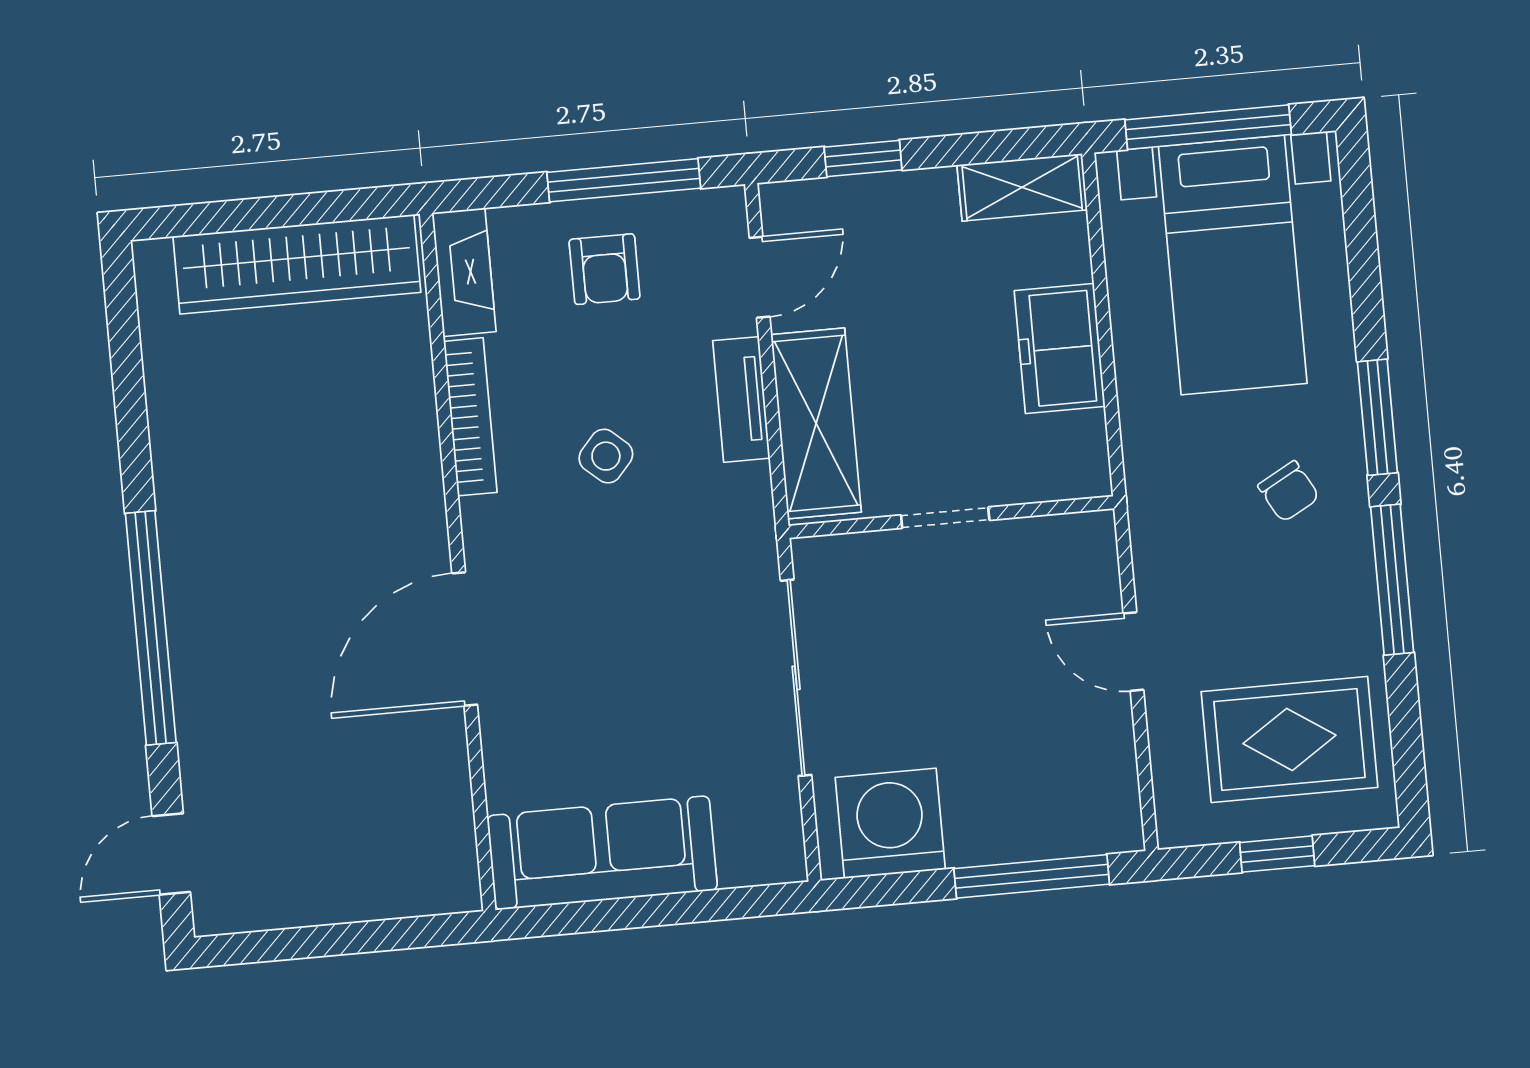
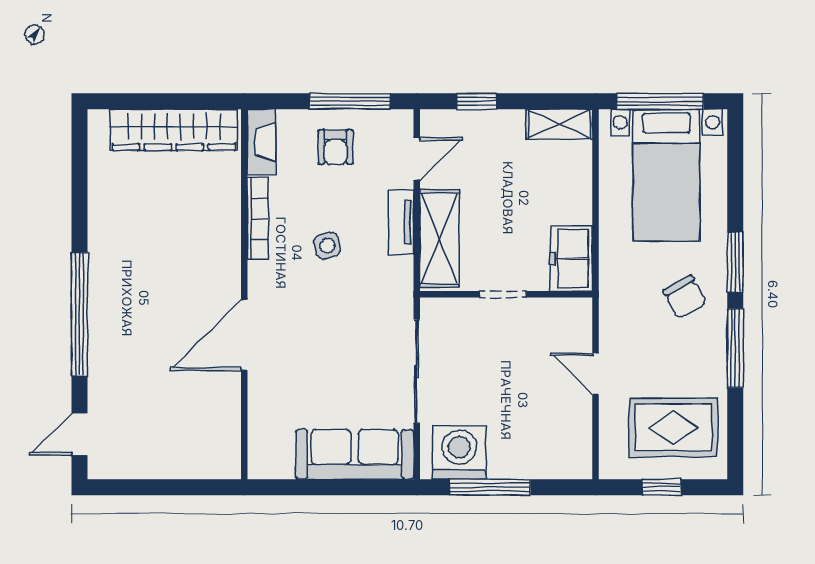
freezer: (1060, 348) -> (571, 259), moved
side table: (606, 456) -> (327, 246), turned 35
chair: (1289, 491) -> (685, 297), width x1.37, depth x1.37
sofa: (602, 853) -> (355, 454), moved
window: (1032, 876) -> (490, 487), moved

